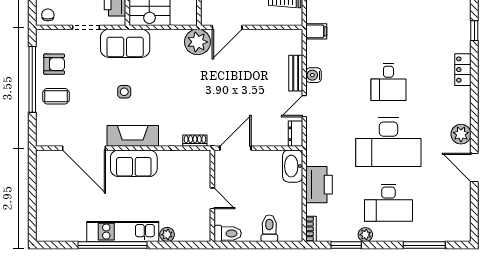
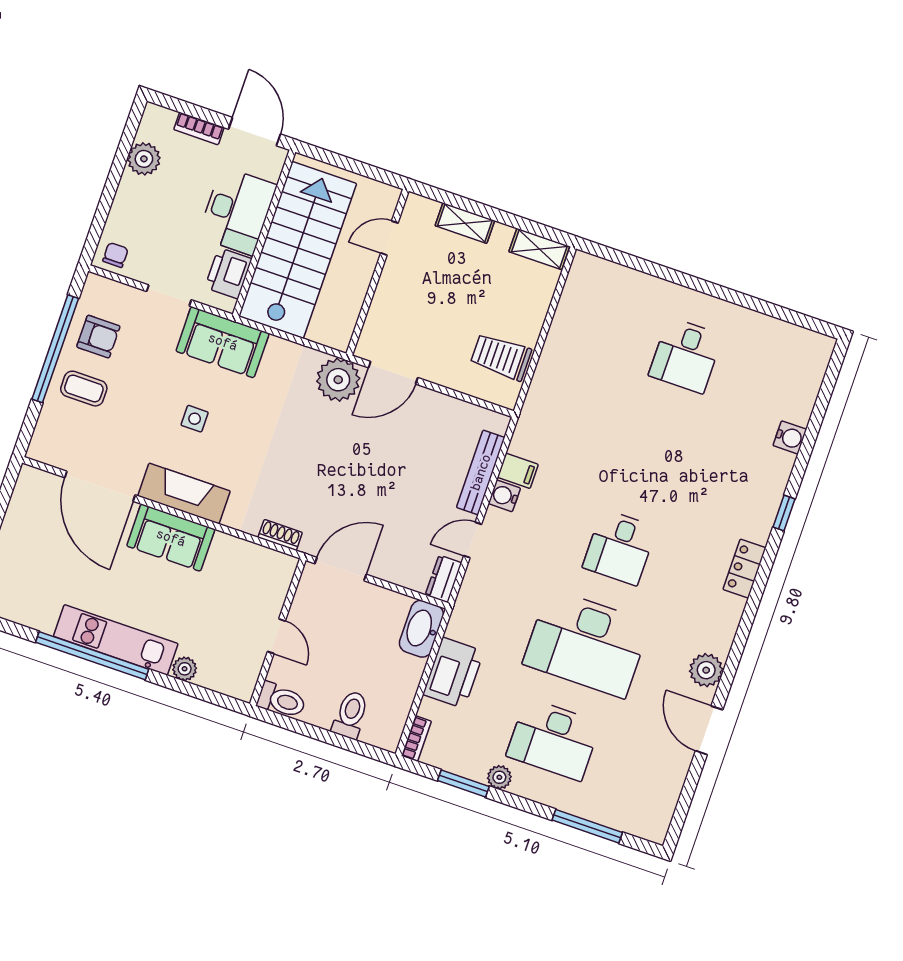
filing cabinet: (316, 31) -> (518, 471), moved
bench: (296, 73) -> (481, 472), width x1.36

